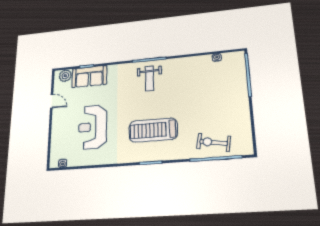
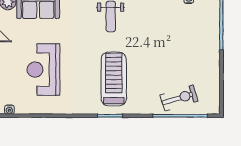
treadmill: (153, 130) -> (114, 79), turned 90
exercise bike: (214, 142) -> (179, 98), turned 153

